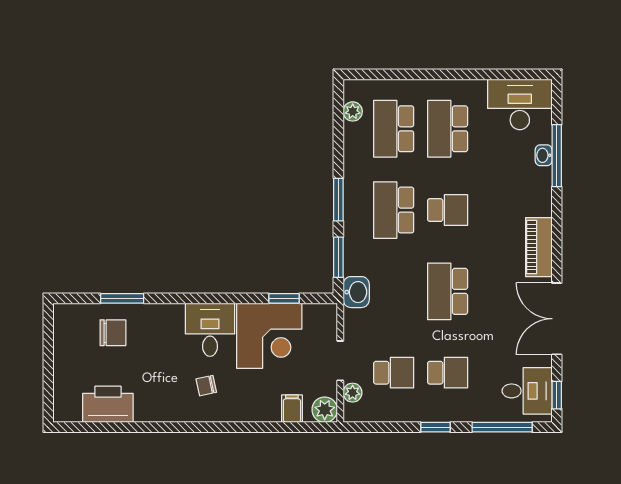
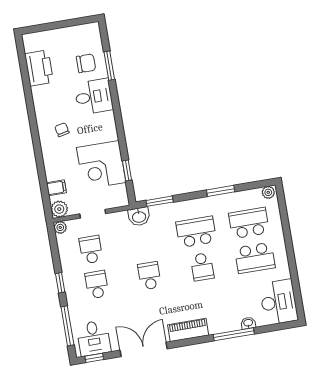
plant: (353, 111) -> (268, 192), moved
school desk: (448, 129) -> (255, 258), turned 180
window: (557, 156) -> (234, 334), moved
window: (338, 200) -> (221, 191), moved
school desk: (448, 291) -> (149, 276), width x0.54
desk: (210, 330) -> (94, 97), moved
chair: (113, 333) -> (86, 63), turned -90
school desk: (394, 373) -> (91, 250), turned 180
school desk: (448, 373) -> (97, 285), turned 180
plant: (353, 393) -> (60, 227), moved

